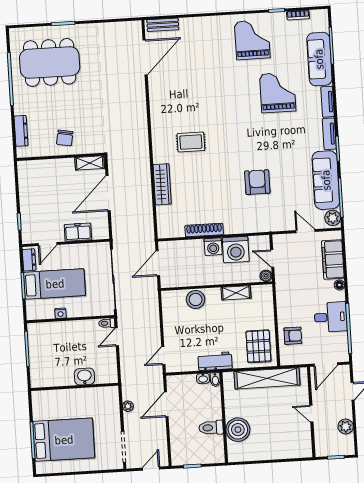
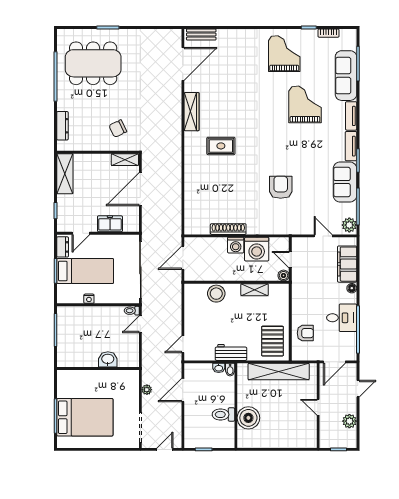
chair: (65, 138) -> (118, 129), moved, turned 55
sofa: (326, 180) -> (345, 182), width x0.73
shelving: (27, 182) -> (65, 174), added
wardrobe: (162, 184) -> (192, 112), moved

